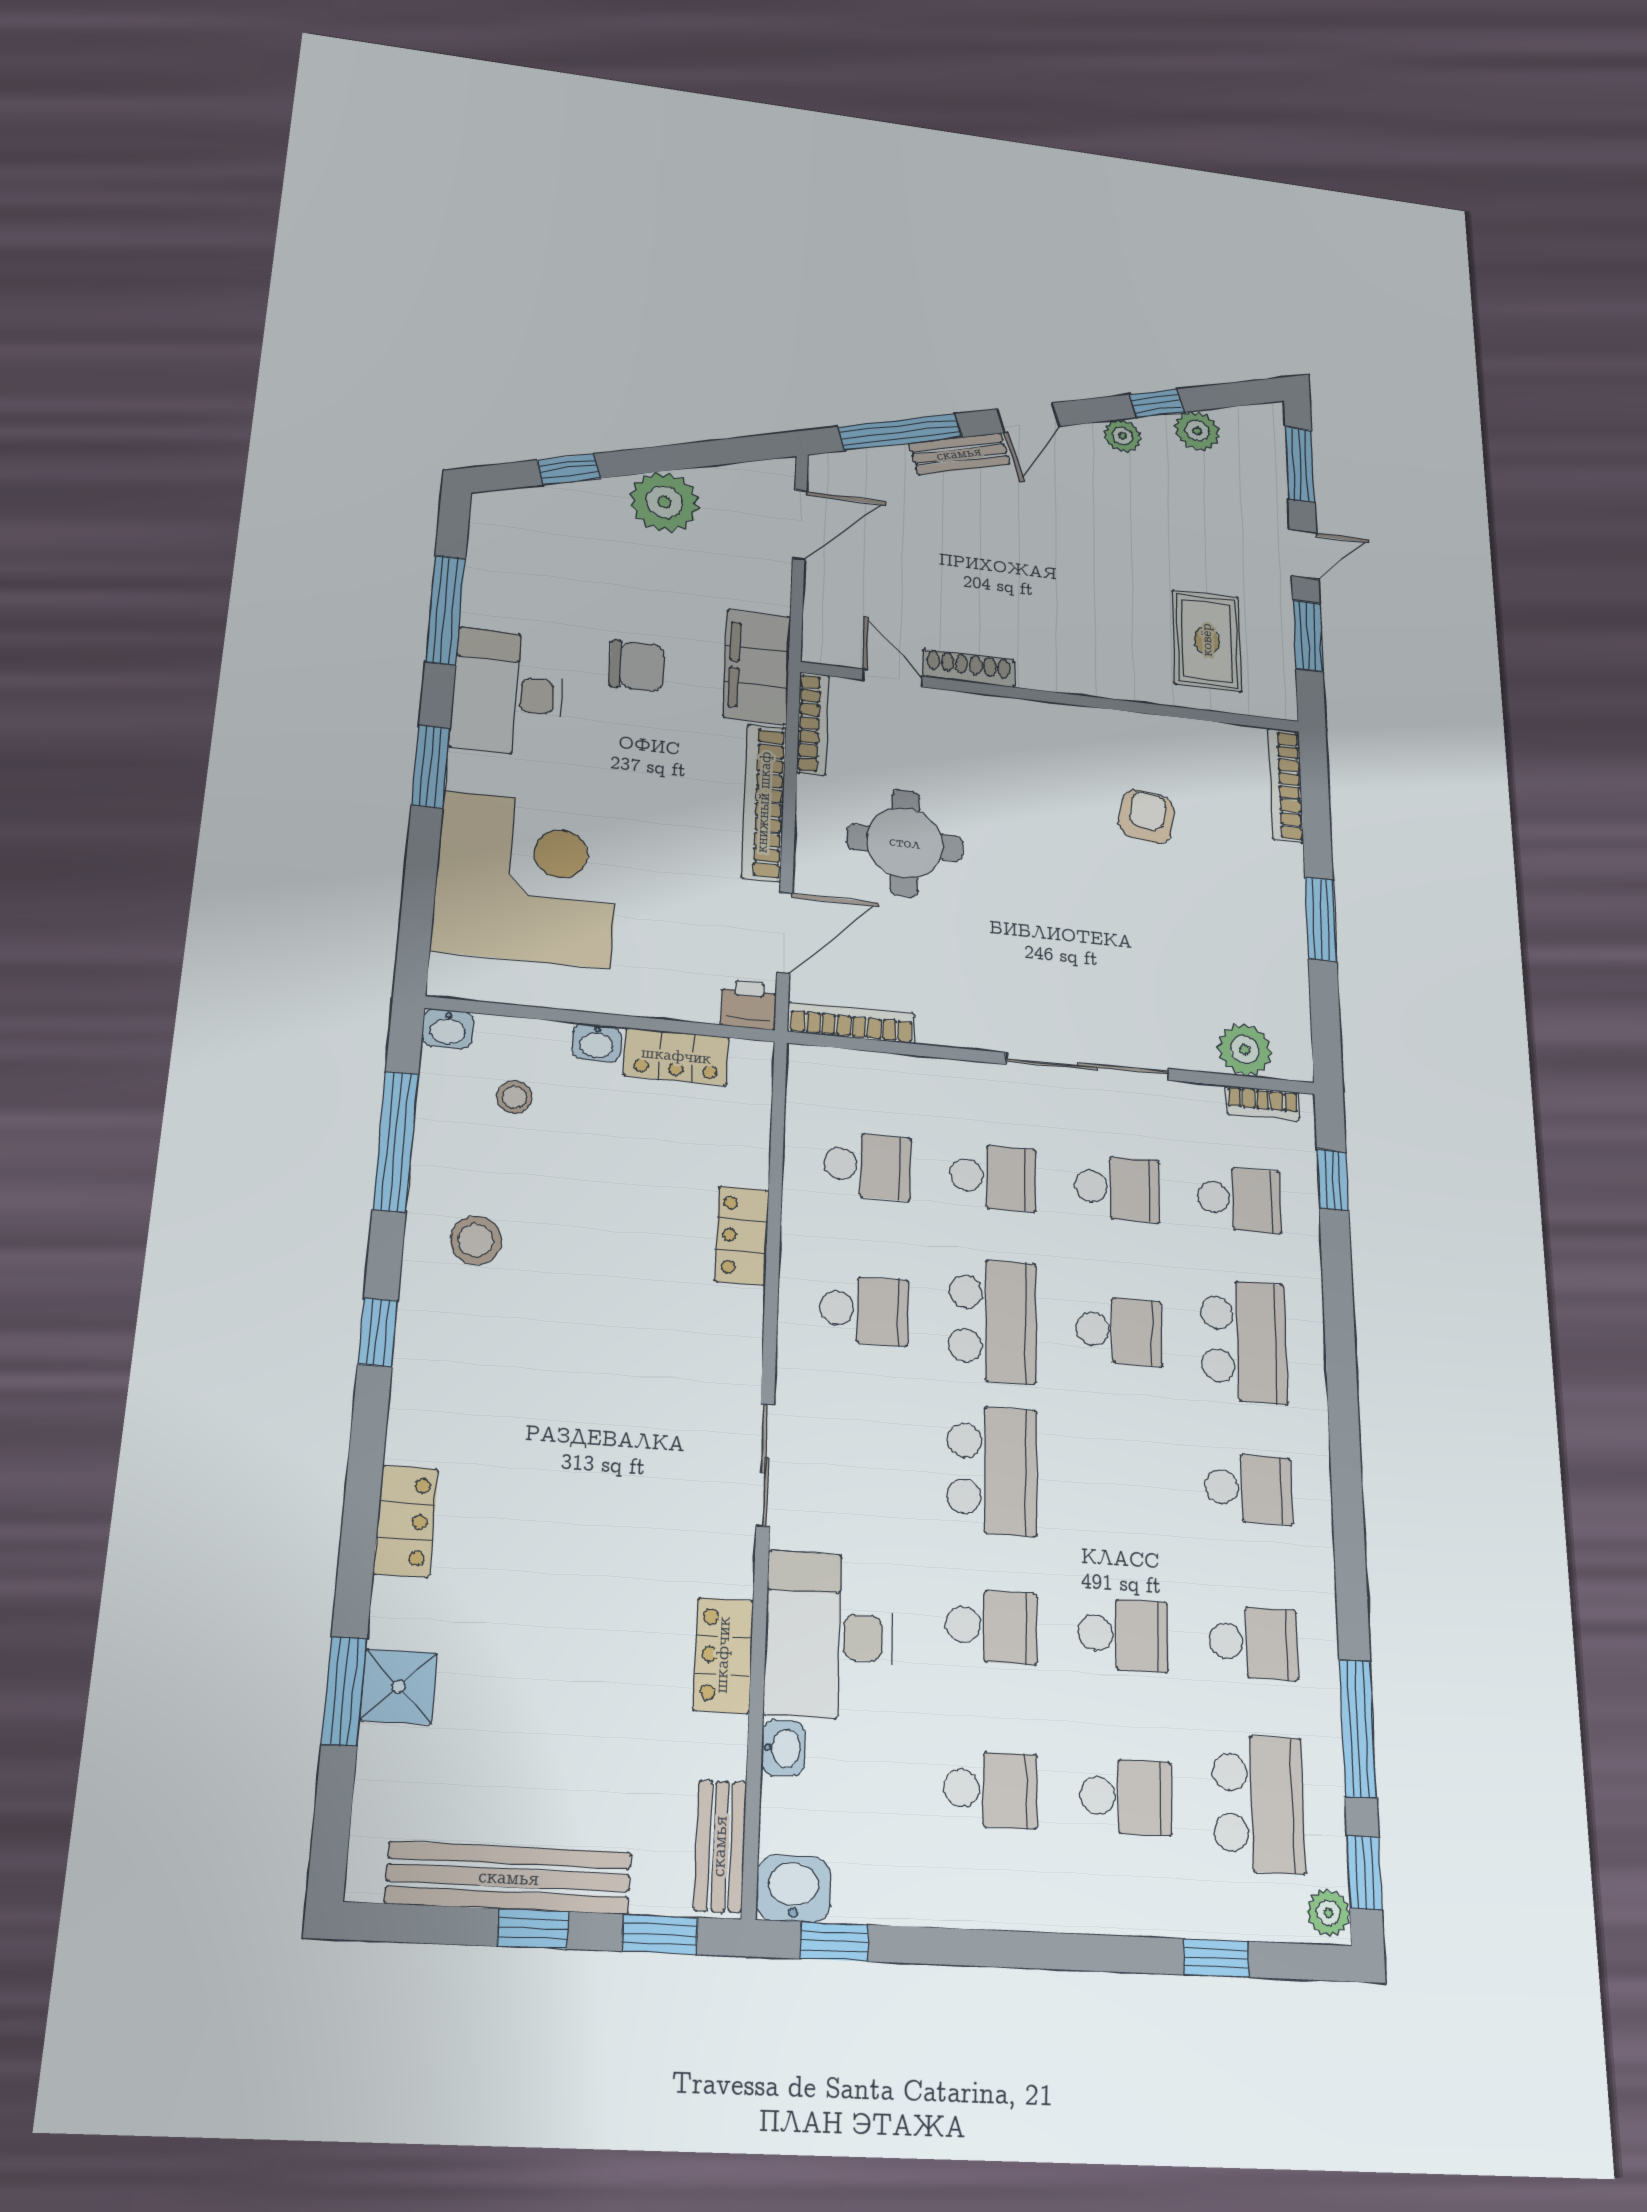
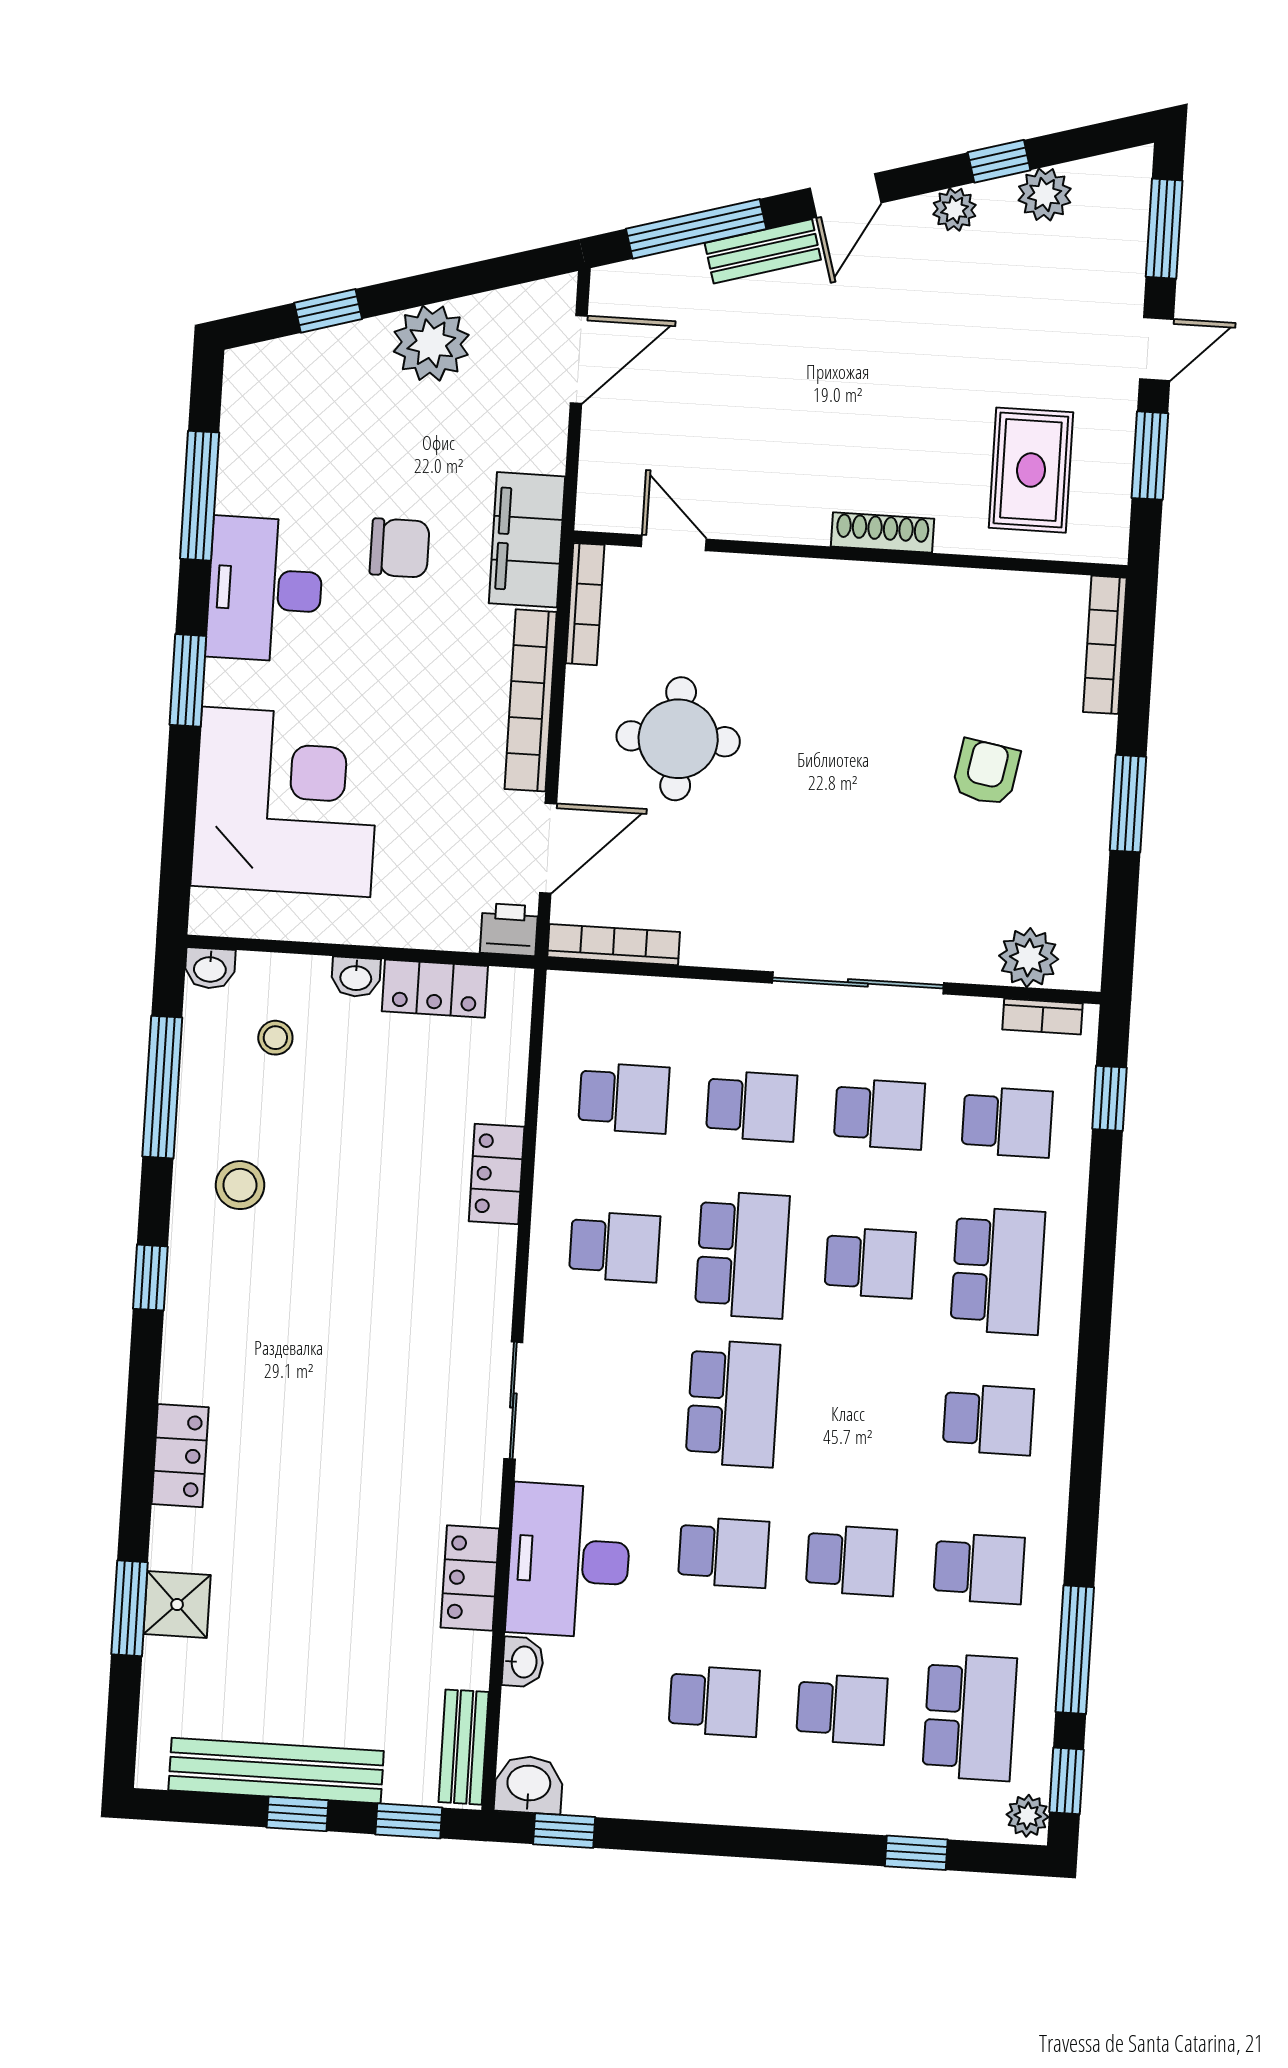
shoe rack: (969, 668) -> (883, 533), moved
armchair: (1147, 817) -> (986, 772), moved

